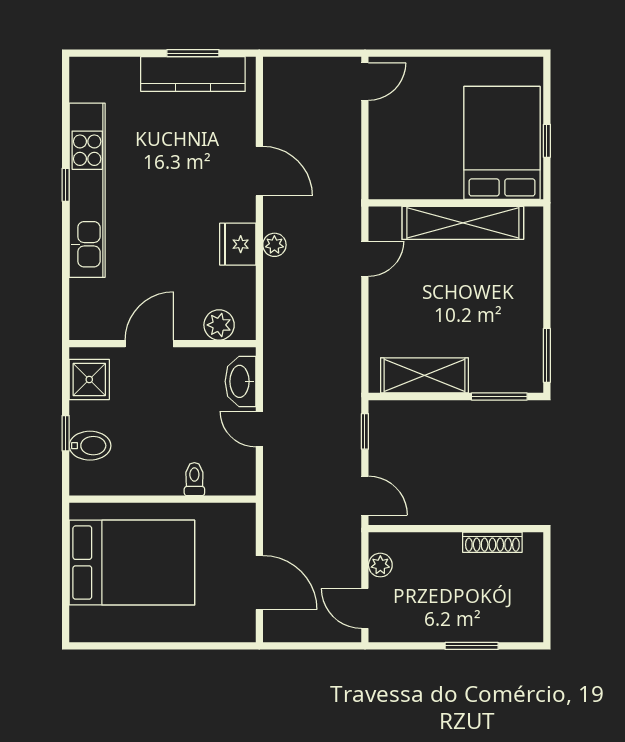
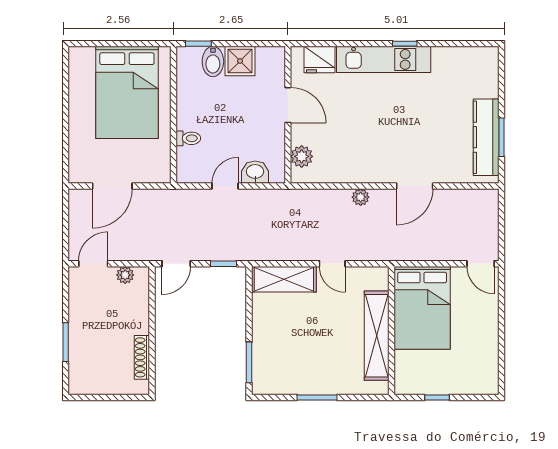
bed: (502, 143) -> (422, 308), moved, turned 90
kitchen unit: (87, 190) -> (384, 59), width x0.73
fridge: (238, 244) -> (319, 59), moved, turned 180
door: (365, 259) -> (332, 264), moved
window: (547, 355) -> (317, 397), moved
shelving: (424, 375) -> (284, 279), moved, turned 90
shower: (89, 379) -> (240, 61), moved
washbasin: (240, 381) -> (255, 172), width x0.72
window: (66, 433) -> (198, 44), moved

